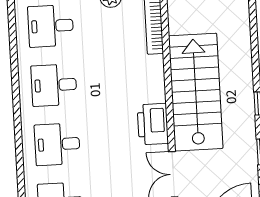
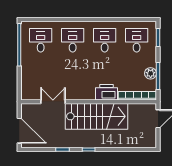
printer: (153, 124) -> (107, 92), moved

